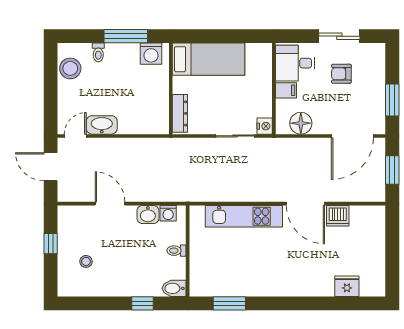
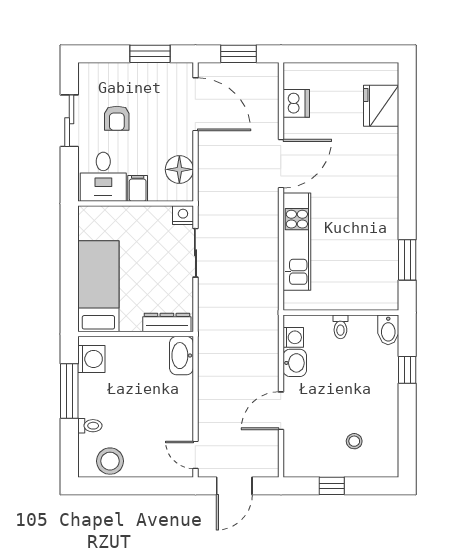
washbasin: (102, 125) -> (181, 356), moved
dishwasher: (338, 216) -> (296, 103), moved
fridge: (347, 286) -> (381, 106), width x1.36, depth x1.34

